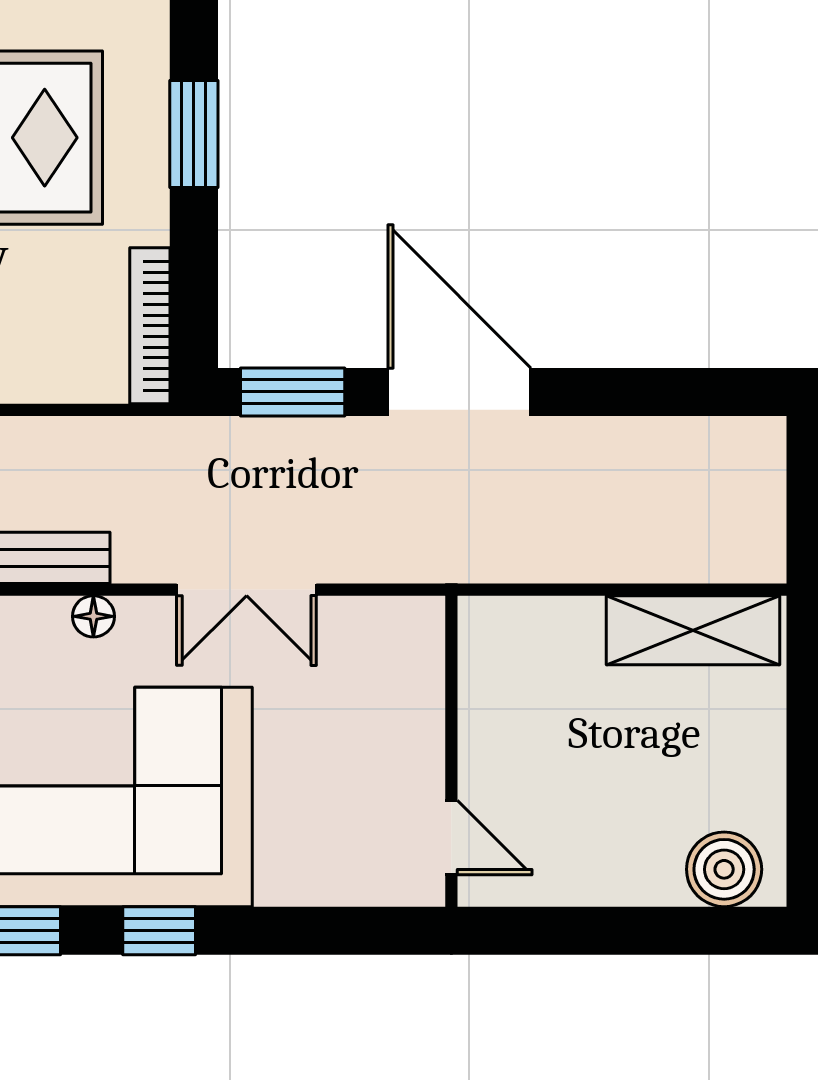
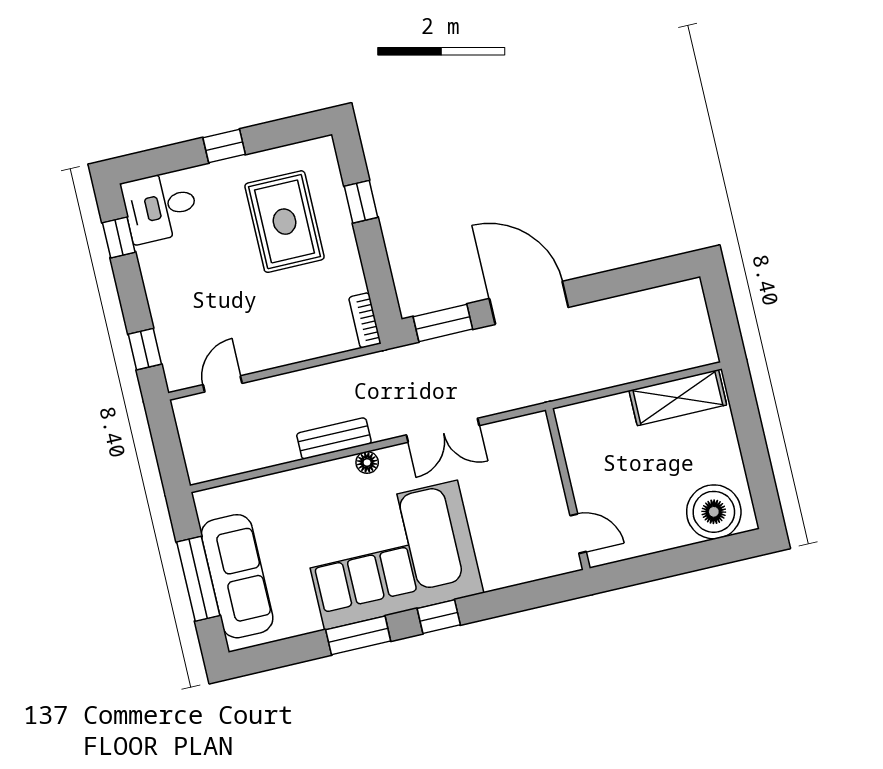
window: (194, 134) -> (361, 202), width x0.67
bookcase: (150, 326) -> (365, 320), width x0.64
boiler: (724, 869) -> (714, 512), width x1.37, depth x1.37

